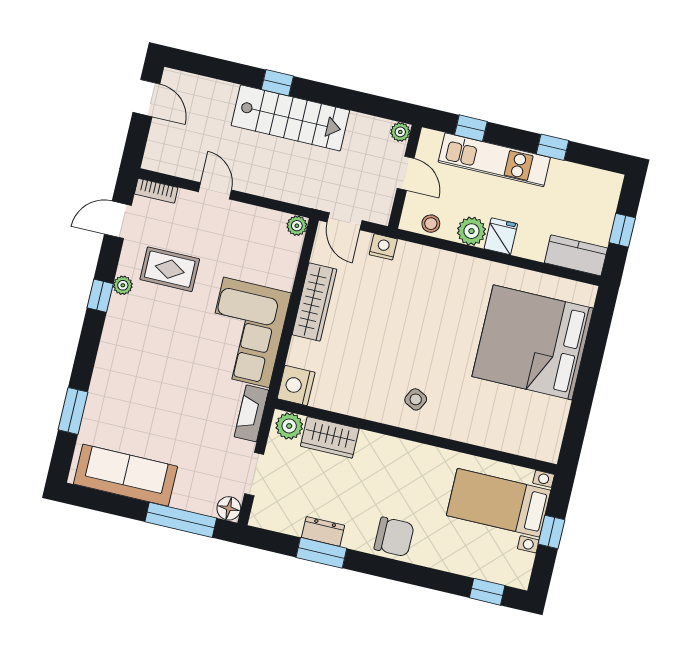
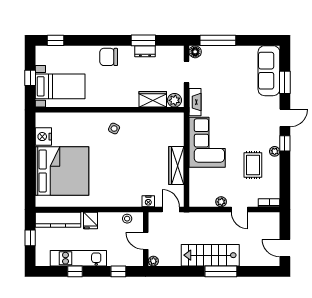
window: (277, 83) -> (221, 271), width x2.17
kitchen unit: (494, 160) -> (78, 258), moved
door: (118, 220) -> (285, 118), moved
plant: (297, 226) -> (221, 202), moved
plant: (471, 231) -> (106, 220), removed
kitchen counter: (576, 255) -> (58, 220), width x1.50
rug: (170, 269) -> (253, 165), turned 90
nightstand: (296, 386) -> (43, 137), moved, turned 180
sofa: (125, 475) -> (269, 71), moved, turned 90

